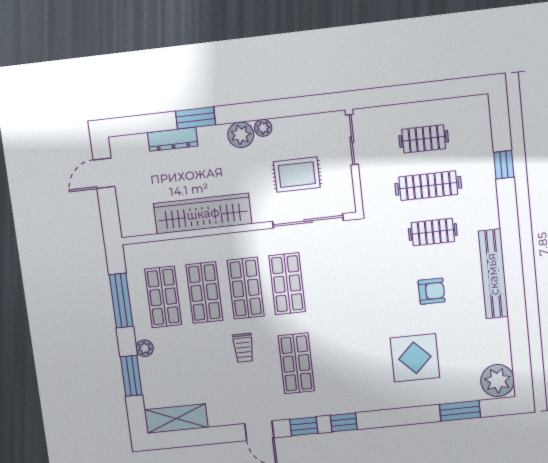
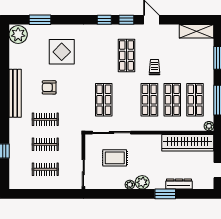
clothes rail: (428, 186) -> (45, 144), width x0.73
wardrobe: (203, 214) -> (188, 143), moved
shop shelf: (287, 284) -> (104, 100), moved
plant: (145, 348) -> (209, 126), moved

